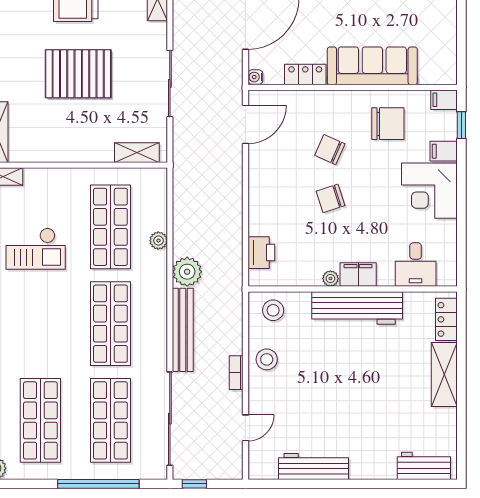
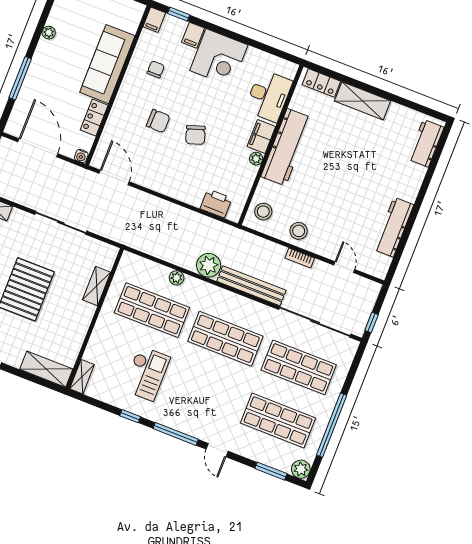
chair: (388, 124) -> (156, 69), width x0.54, depth x0.54
chair: (330, 150) -> (158, 121), turned -113
shelving: (137, 153) -> (97, 286), moved
desk: (416, 265) -> (269, 96), width x1.37
window: (98, 484) -> (332, 425), moved

